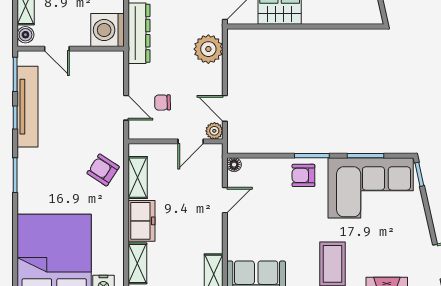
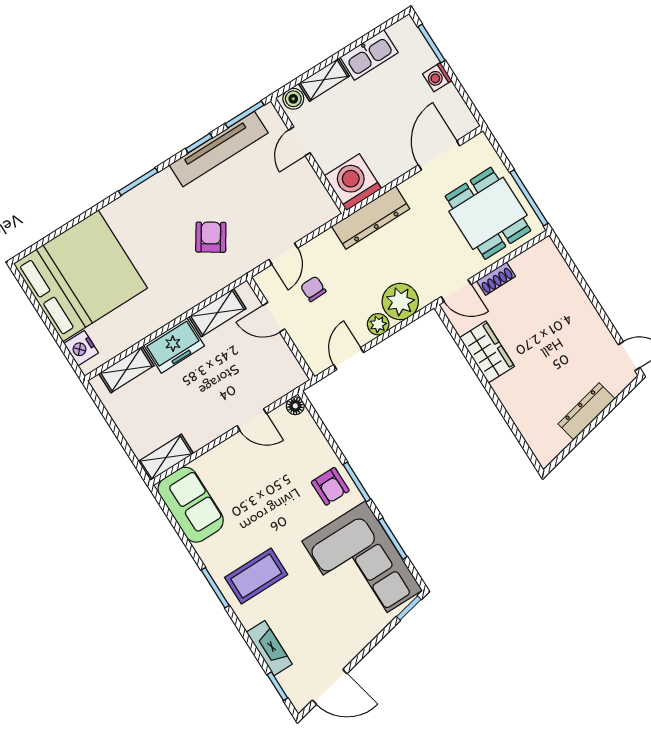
plant: (214, 131) -> (378, 324), moved
door: (191, 141) -> (274, 317), moved
armchair: (103, 170) -> (211, 237), moved
armchair: (303, 175) -> (330, 486), turned 180

